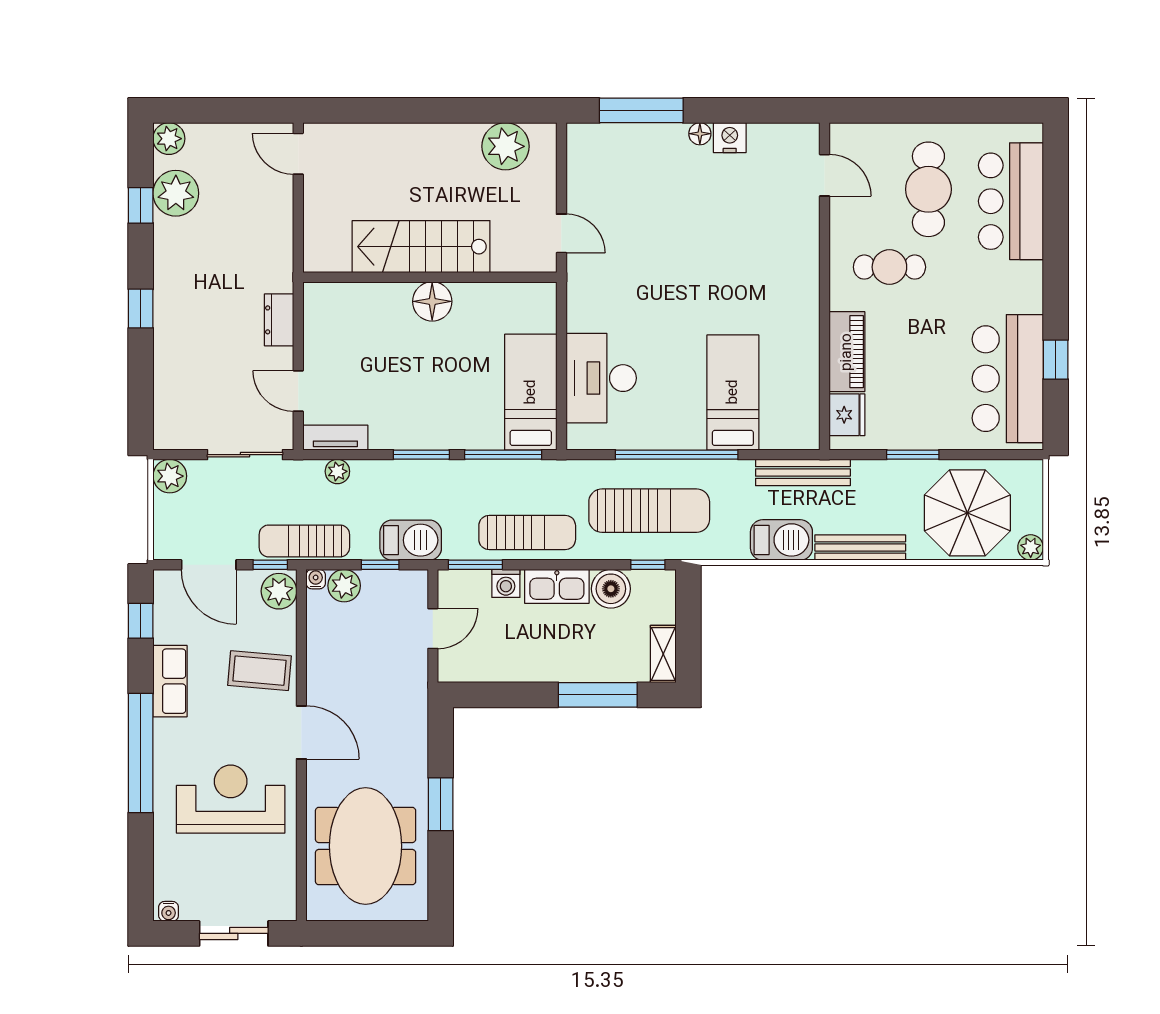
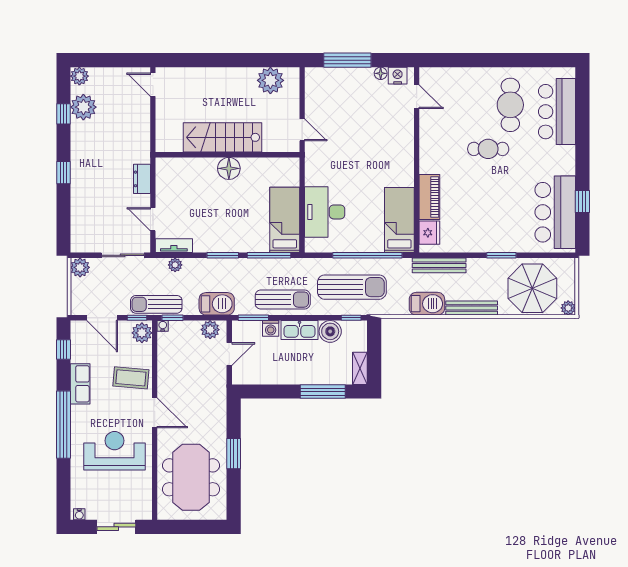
door: (825, 175) -> (417, 97), moved
wall: (825, 286) -> (417, 160), moved
piano: (847, 352) -> (429, 197), moved
fridge: (847, 415) -> (429, 233), moved
window: (380, 565) -> (173, 318), moved
plant: (344, 586) -> (210, 330), moved

